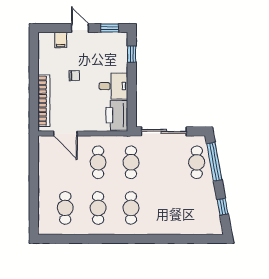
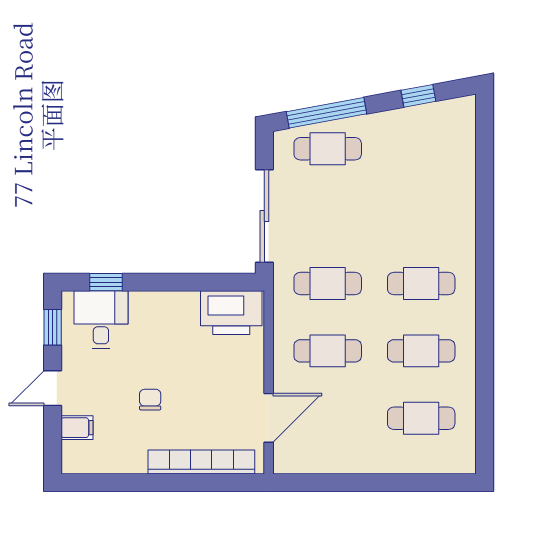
desk: (113, 86) -> (101, 320), moved

